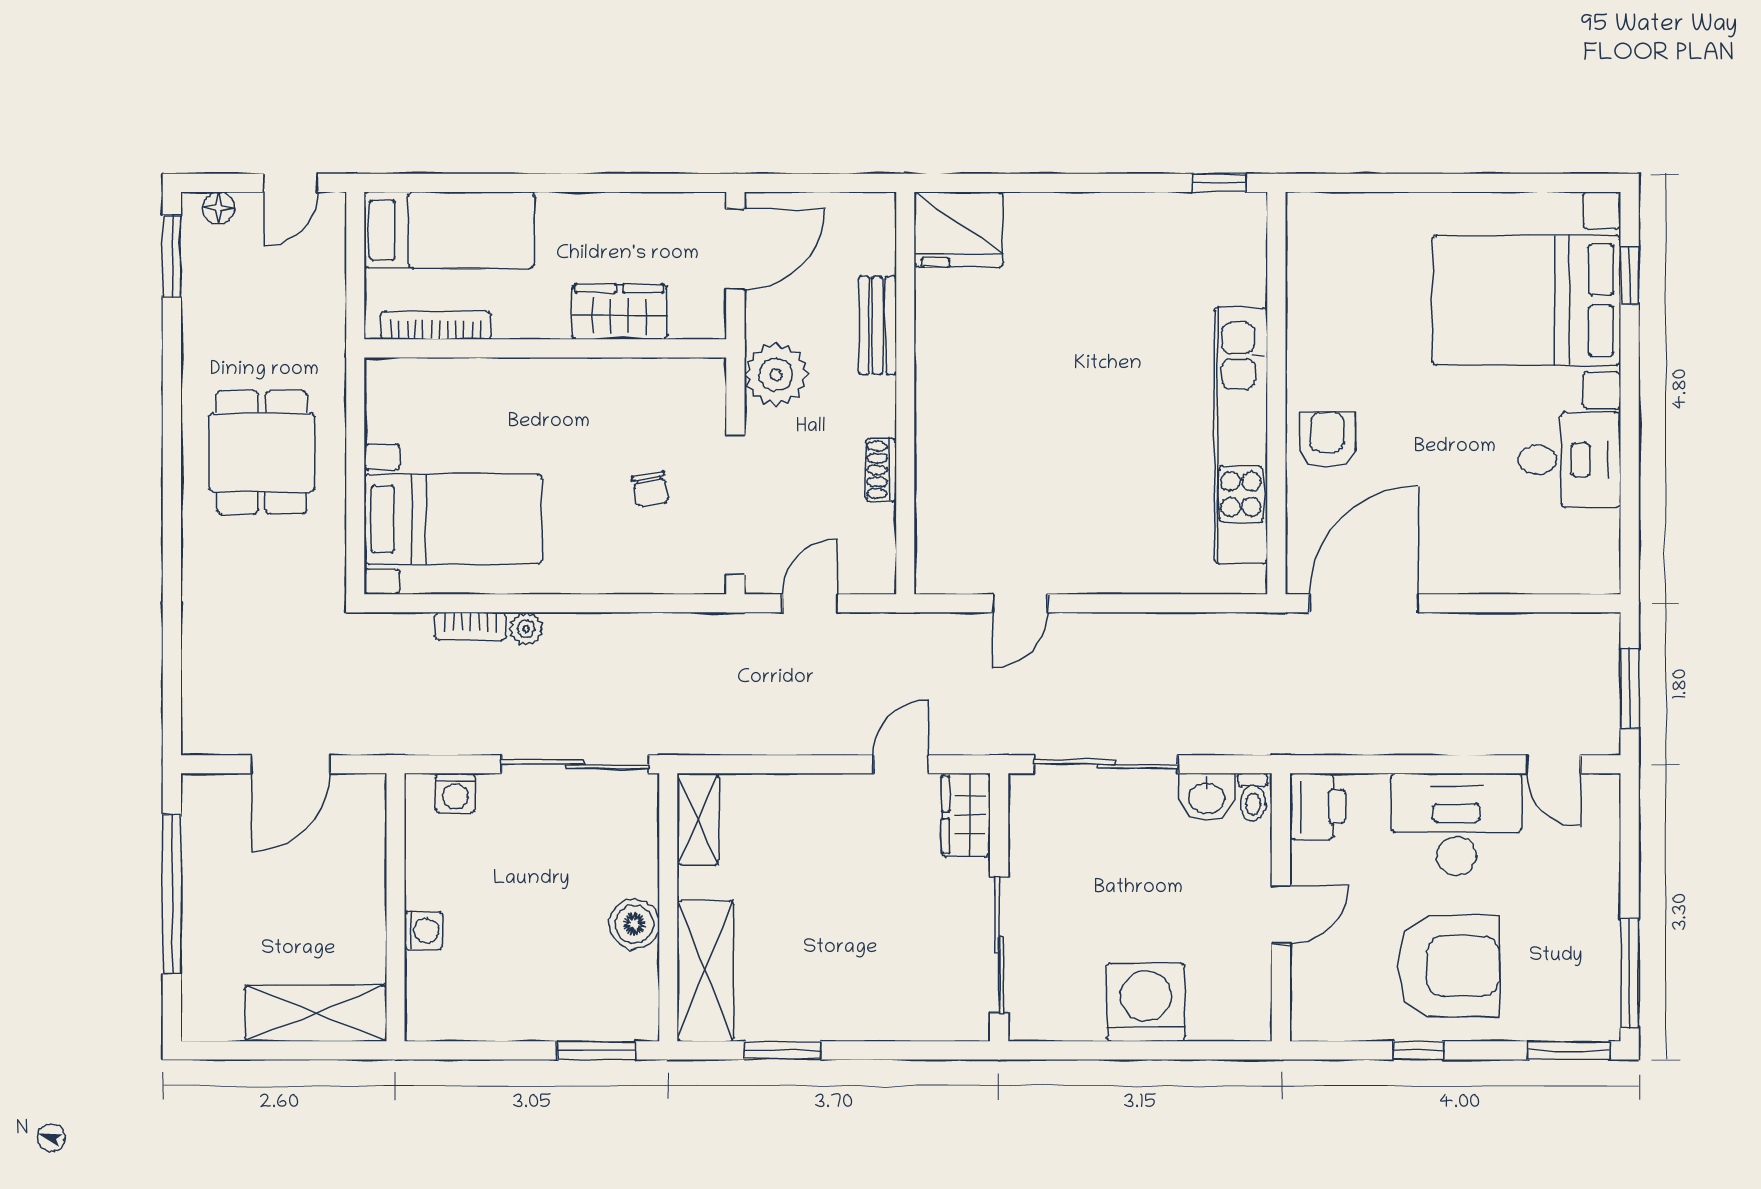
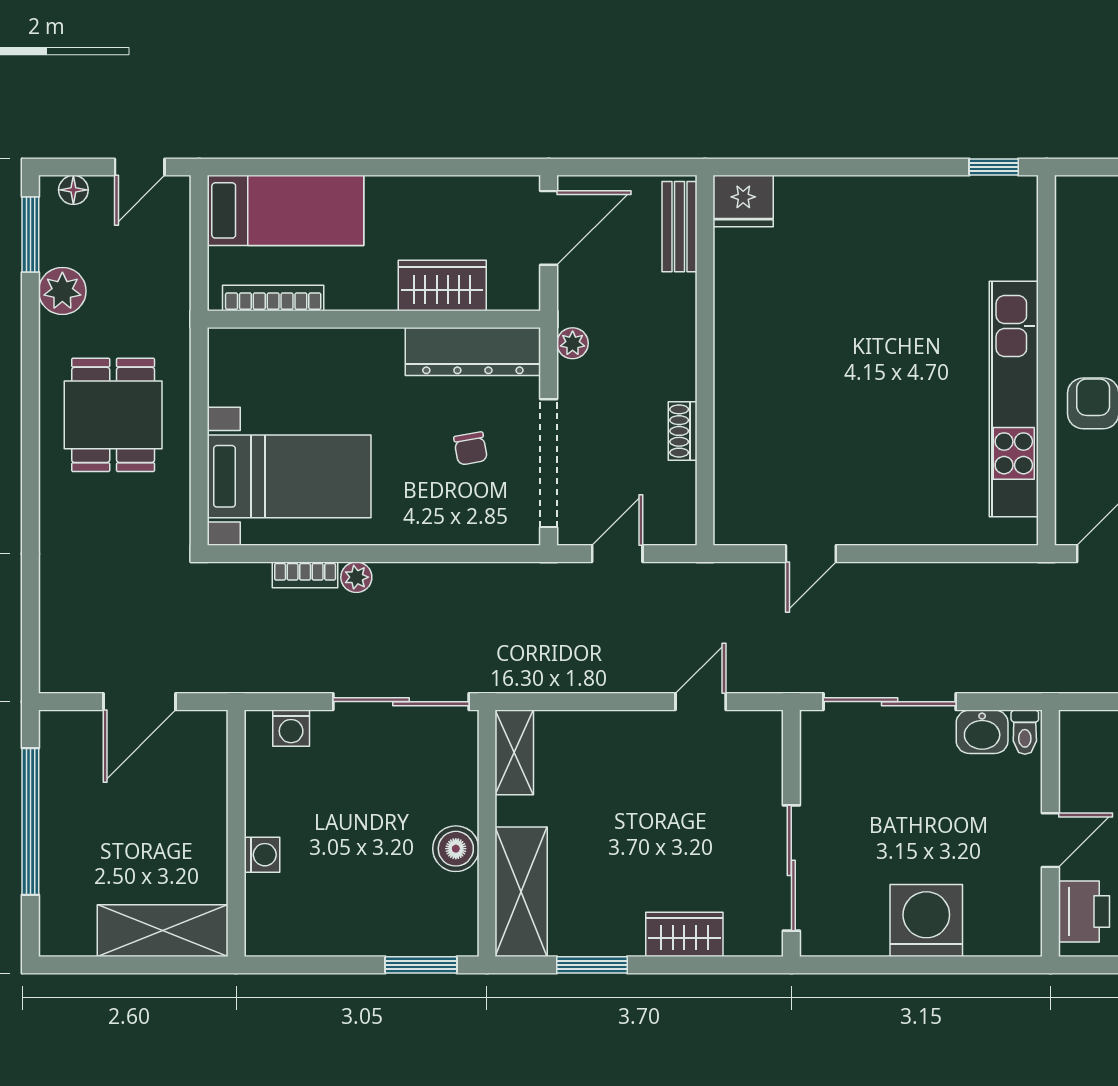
fridge: (959, 229) -> (743, 201), width x0.73, depth x0.75
plant: (207, 318) -> (62, 291), added
bench: (877, 325) -> (679, 227), moved
plant: (776, 374) -> (573, 343), width x0.53, depth x0.53
dresser: (653, 383) -> (473, 352), added
printer: (1317, 806) -> (1084, 912), moved
wardrobe: (966, 815) -> (684, 934), moved, turned 90

